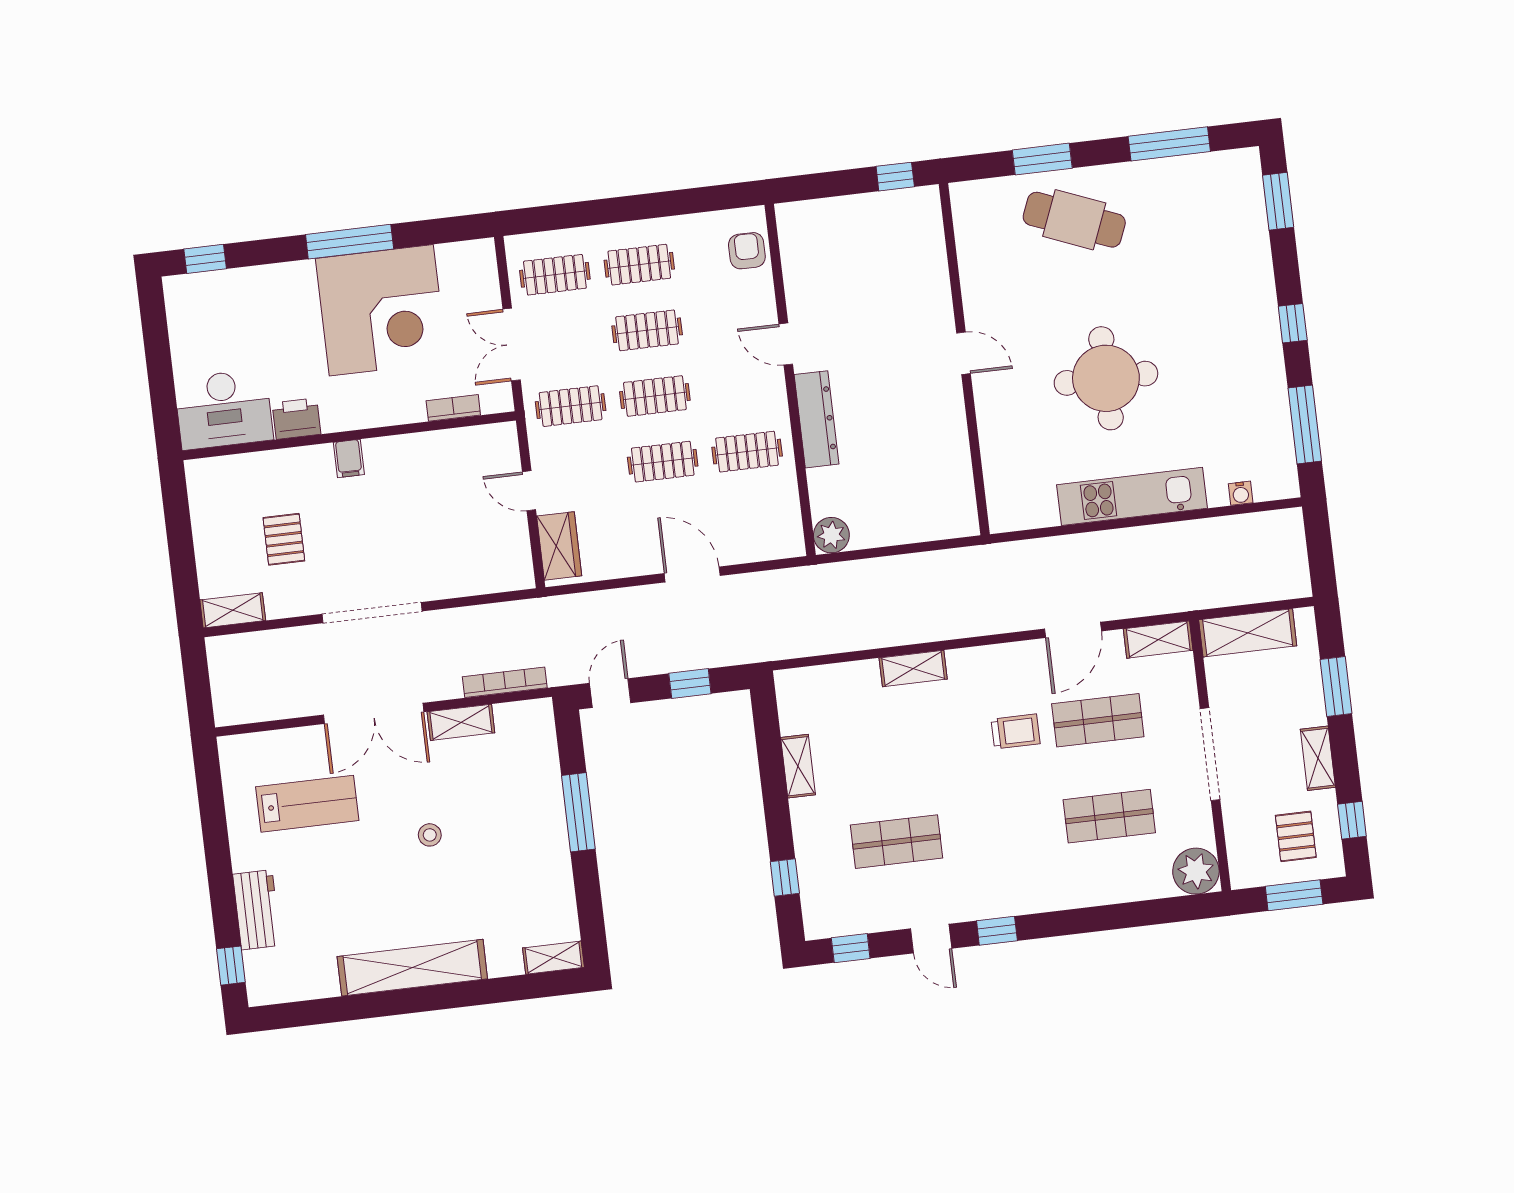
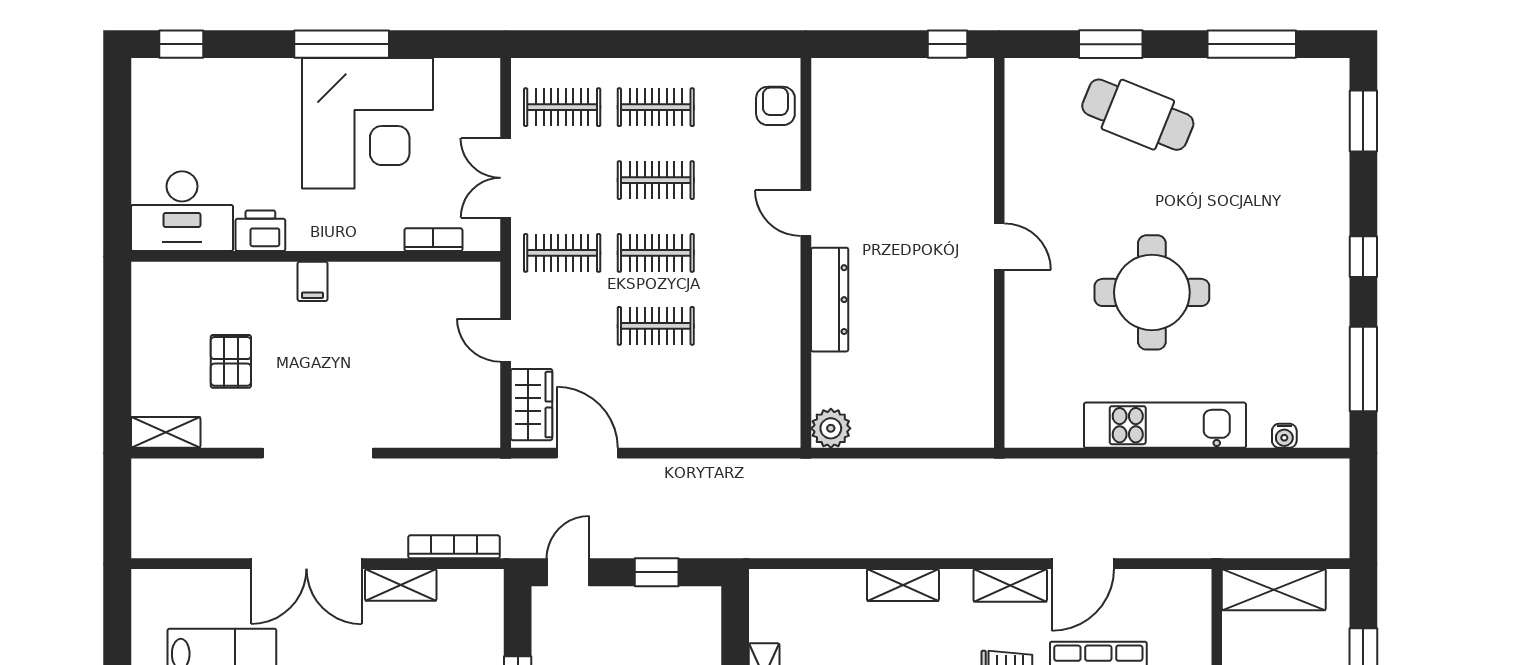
clothes rail: (747, 452) -> (749, 326), removed
door: (692, 574) -> (587, 453), moved
shelving: (1158, 640) -> (1010, 585), moved

